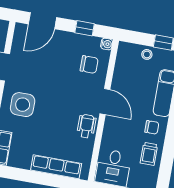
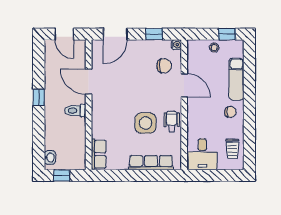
door: (105, 102) -> (184, 85), moved
side table: (23, 105) -> (146, 123), moved
trolley: (149, 154) -> (232, 149), moved

